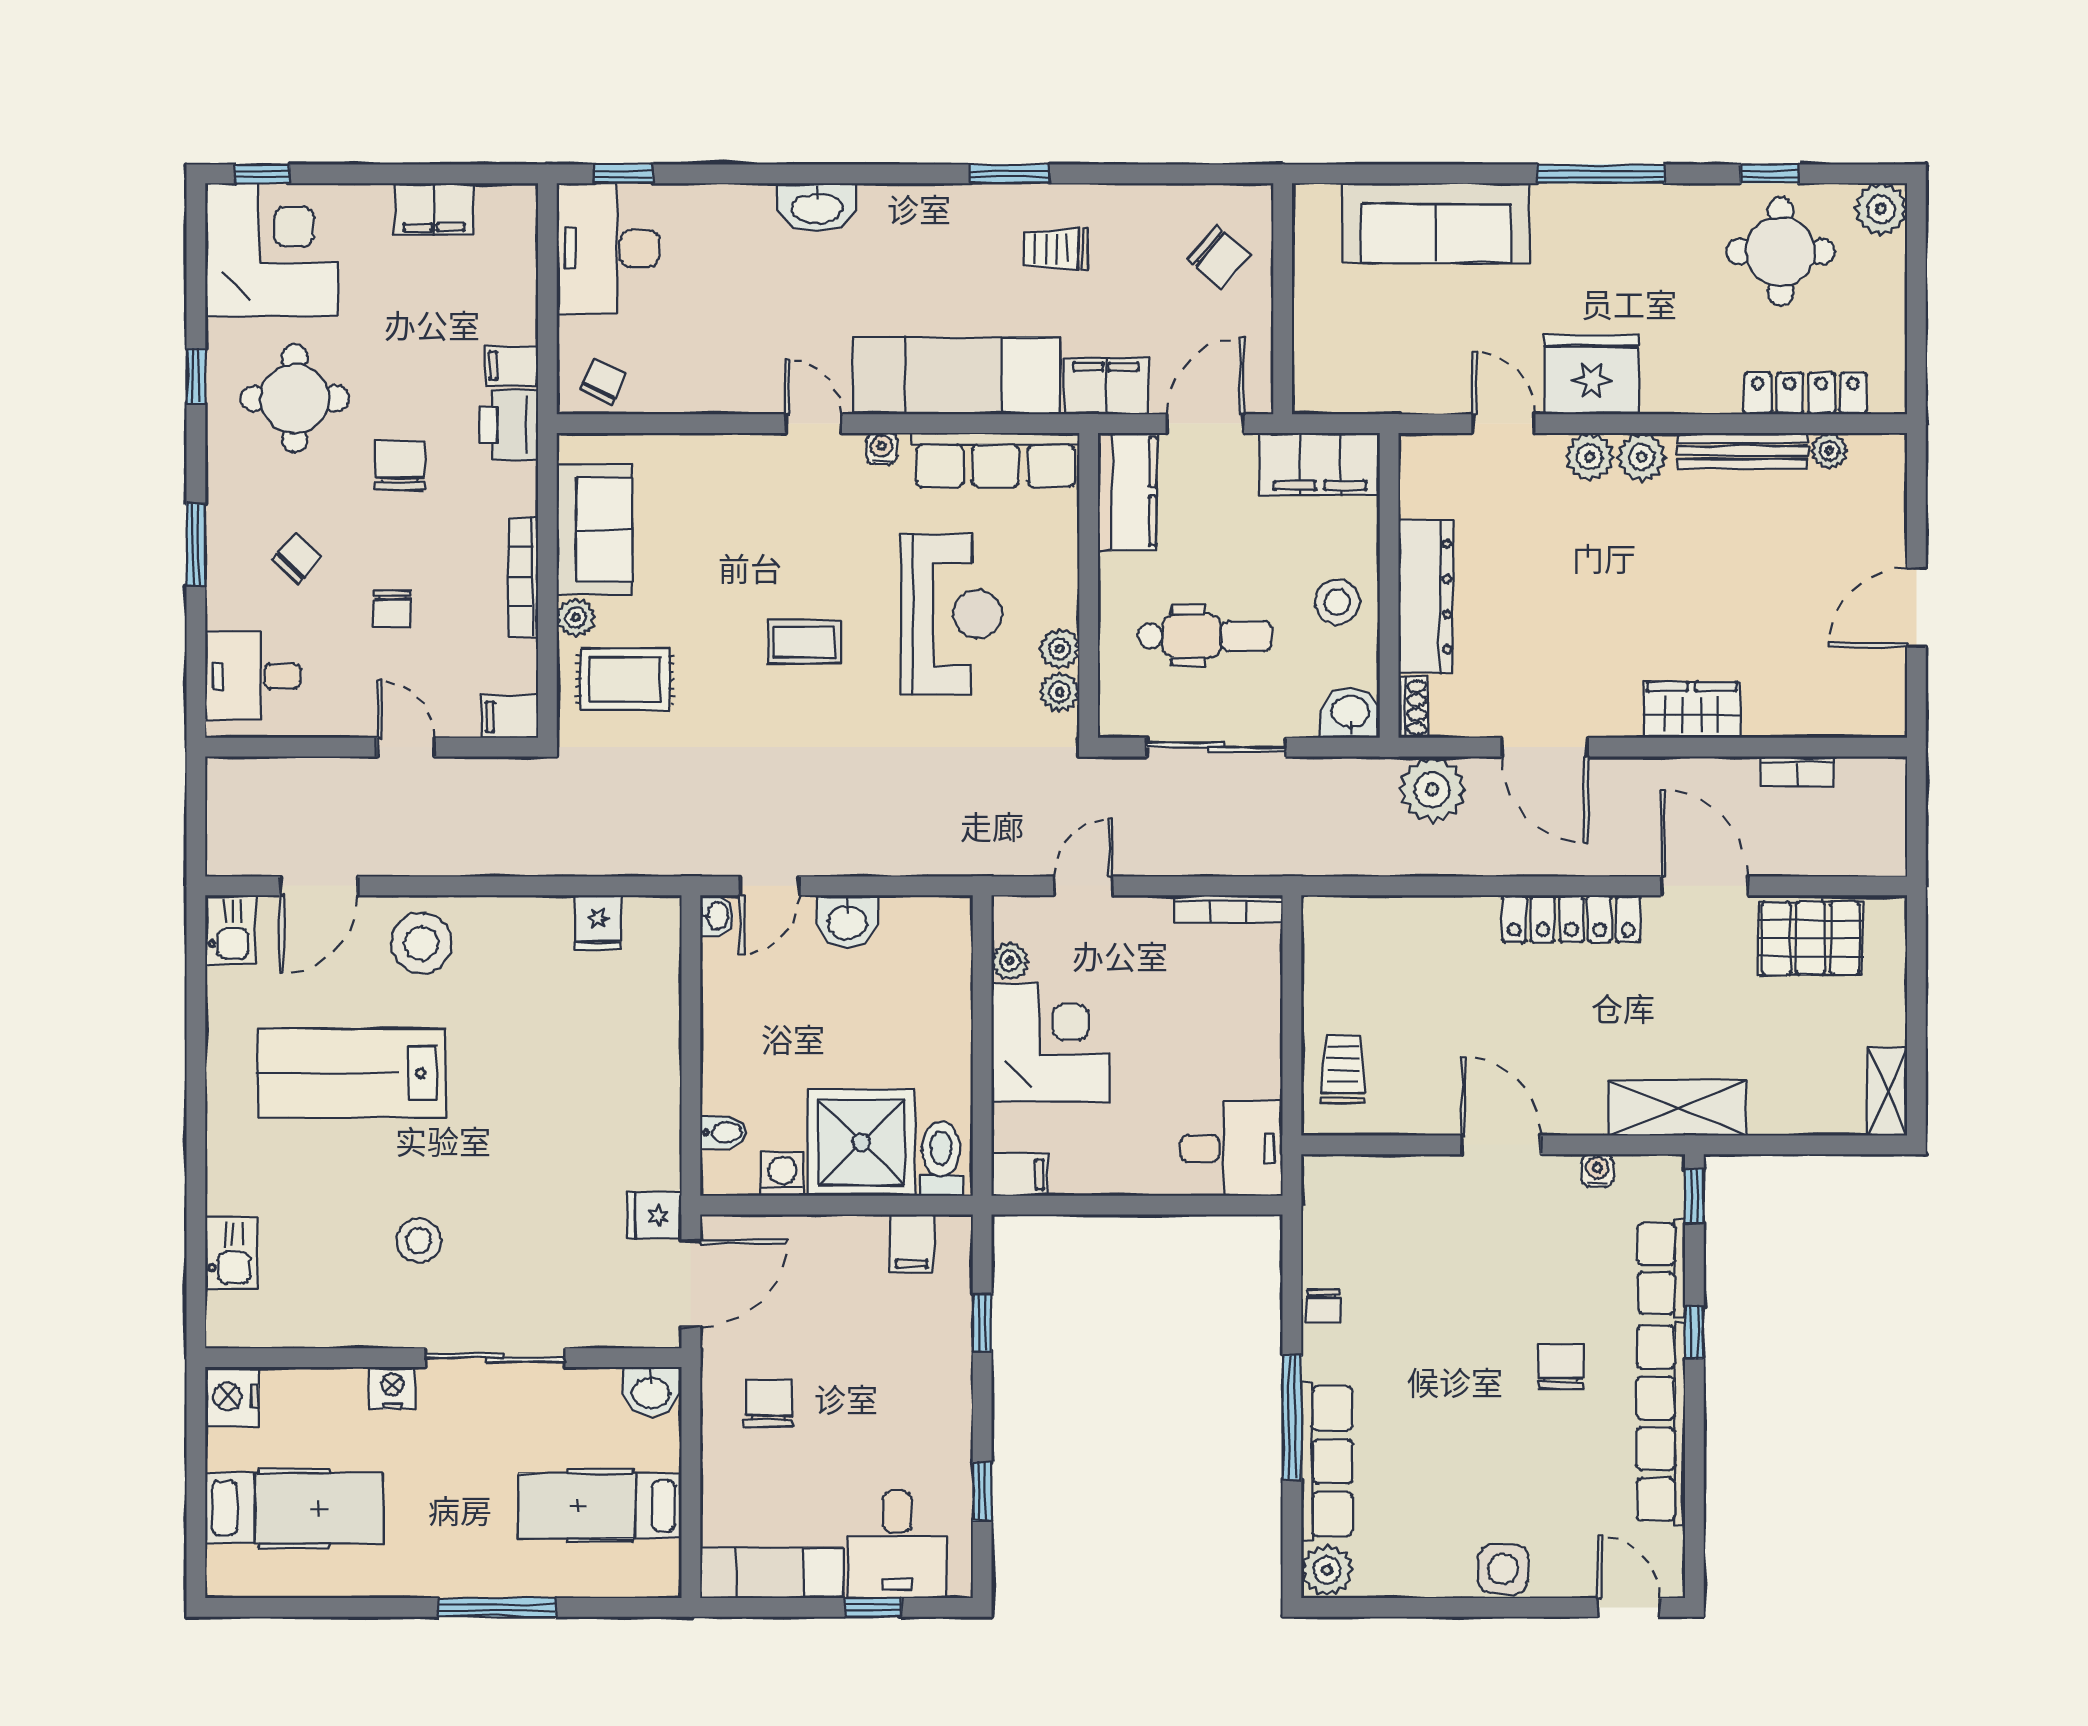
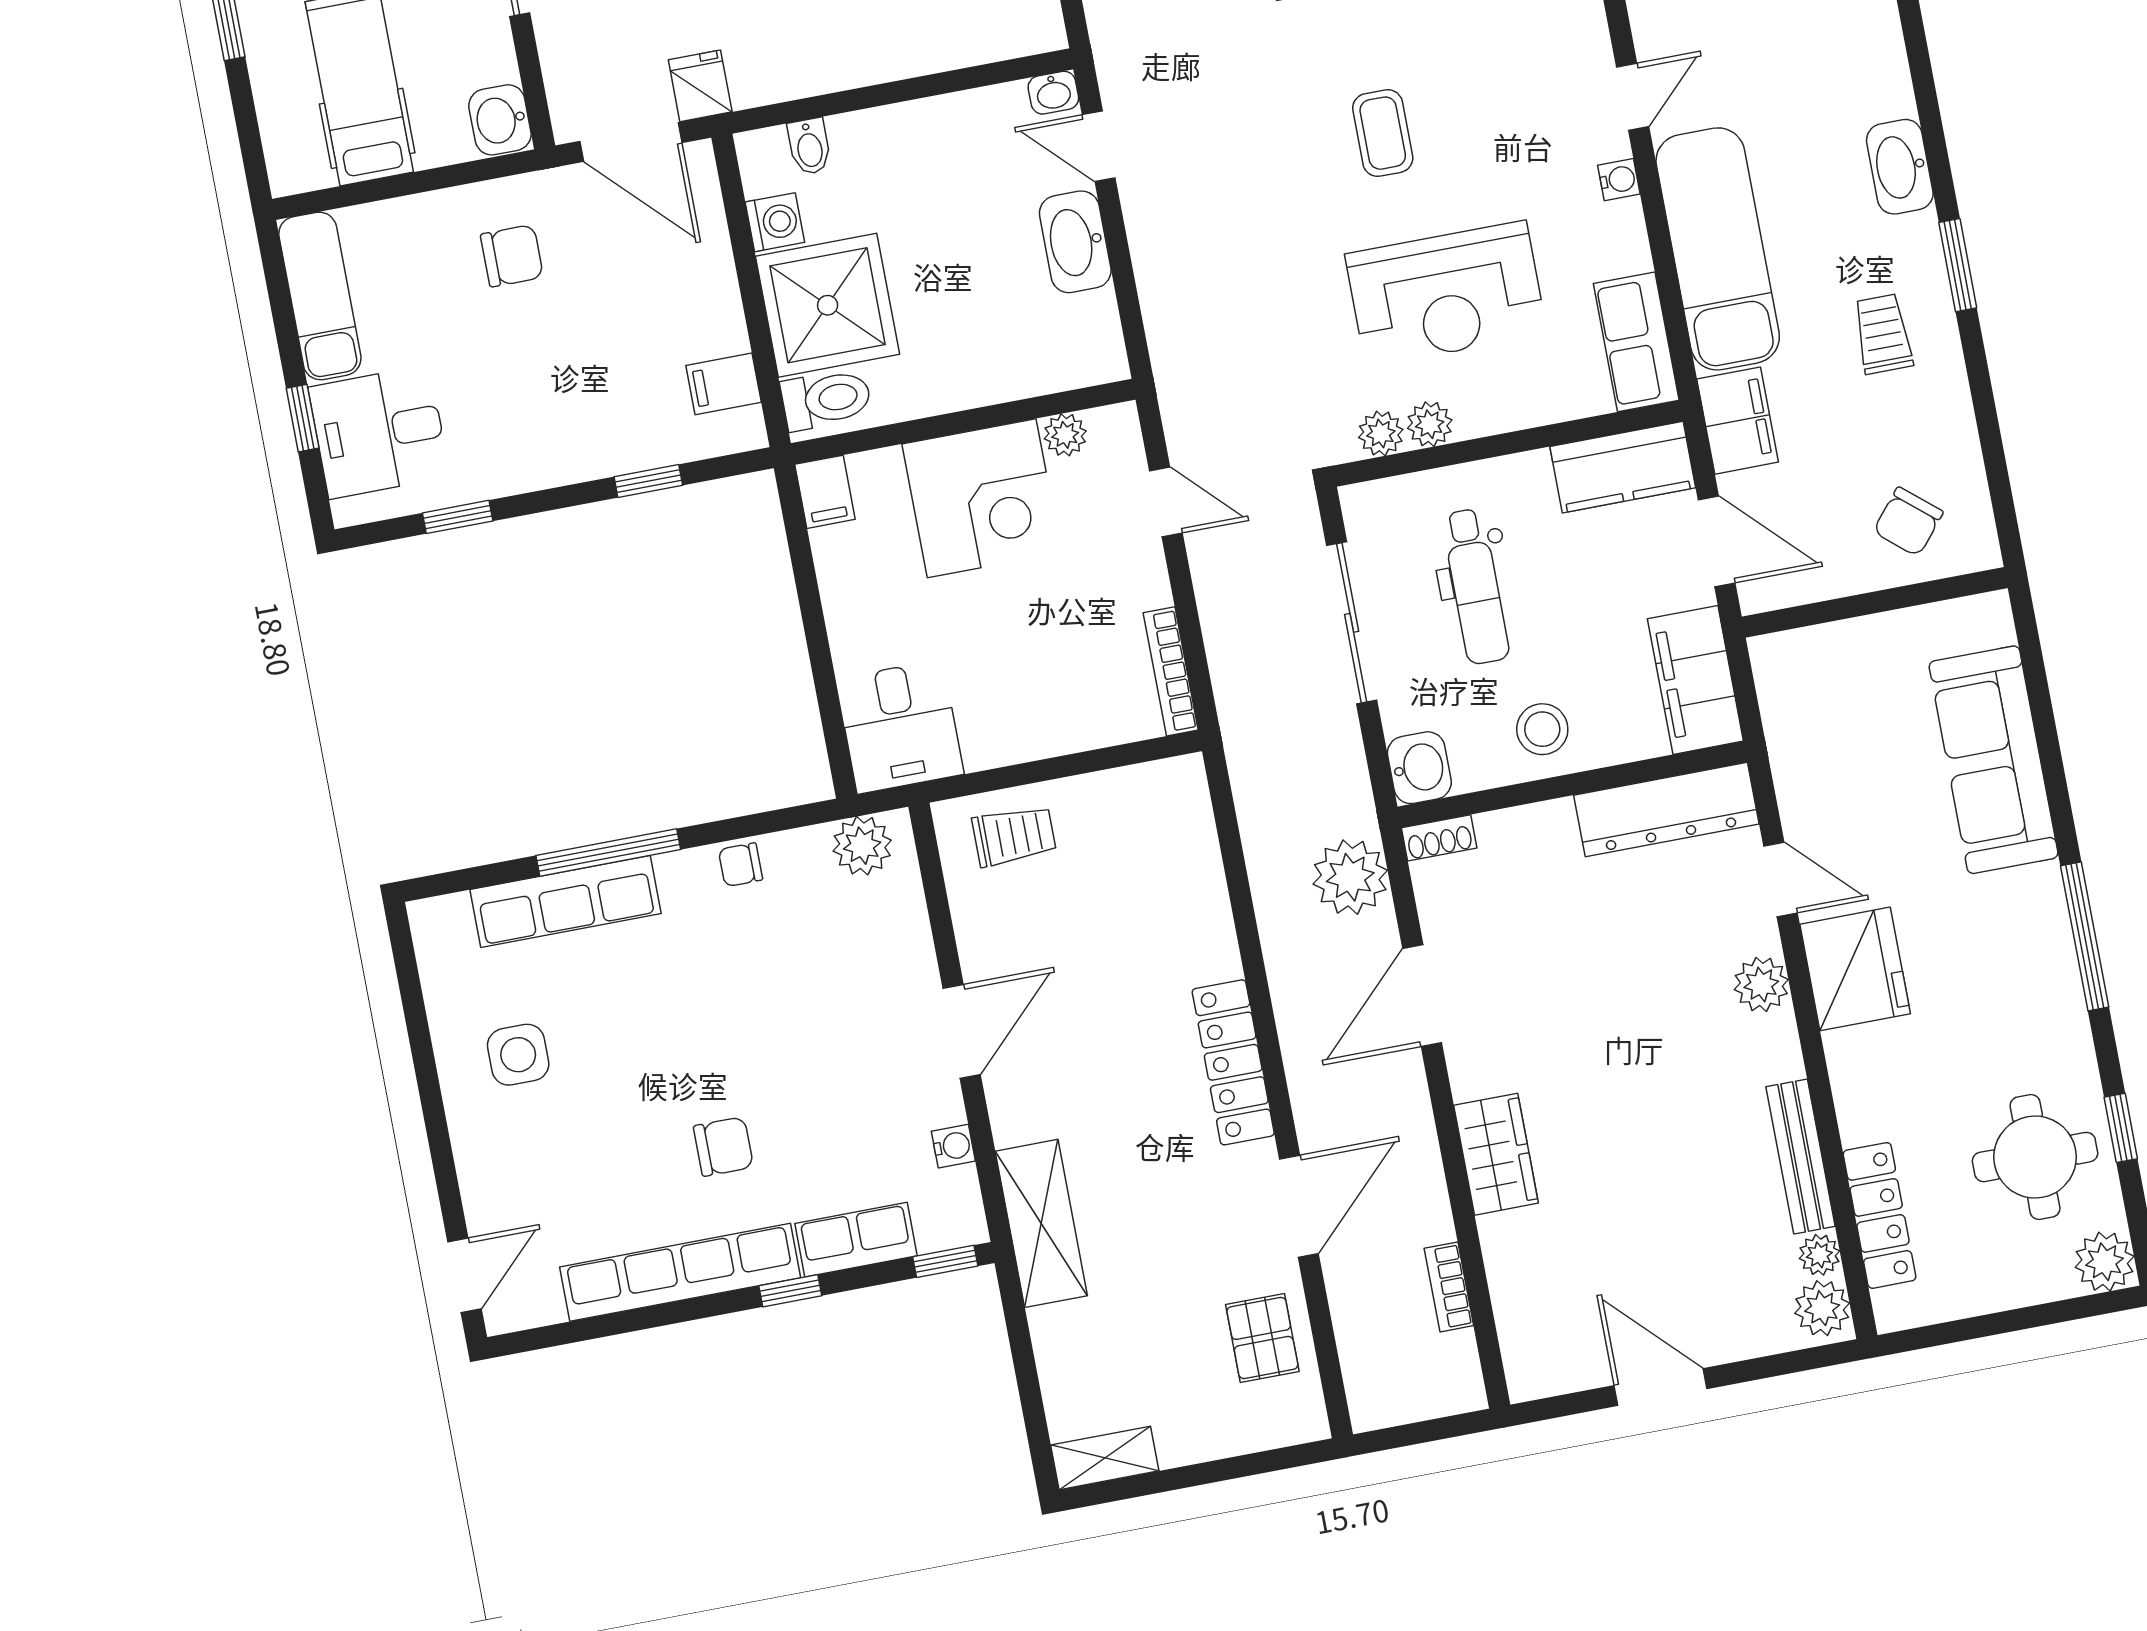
washbasin: (817, 207) -> (1900, 167), moved
door: (1504, 424) -> (1780, 879), hinge flipped
plant: (1642, 457) -> (1822, 1308), moved
row of seats: (996, 460) -> (1636, 342), width x0.68
dresser: (1426, 597) -> (1666, 810), moved
washbasin: (847, 921) -> (1075, 242), width x1.38
pallet: (1810, 938) -> (1262, 1338), width x0.67, depth x0.71
side table: (1503, 1569) -> (518, 1055), moved
plant: (1327, 1570) -> (862, 846), moved

